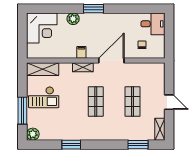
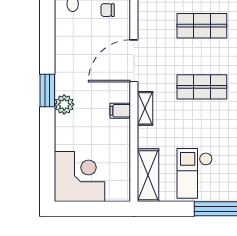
plant: (73, 19) -> (64, 104), moved
door: (111, 61) -> (134, 61), hinge flipped
checkout: (44, 97) -> (195, 173), turned 180

